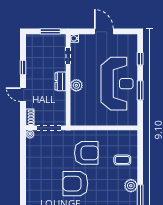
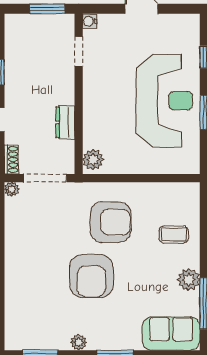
dresser: (61, 81) -> (65, 122), moved
plant: (76, 85) -> (93, 160), moved
armchair: (75, 184) -> (91, 276), turned -90

